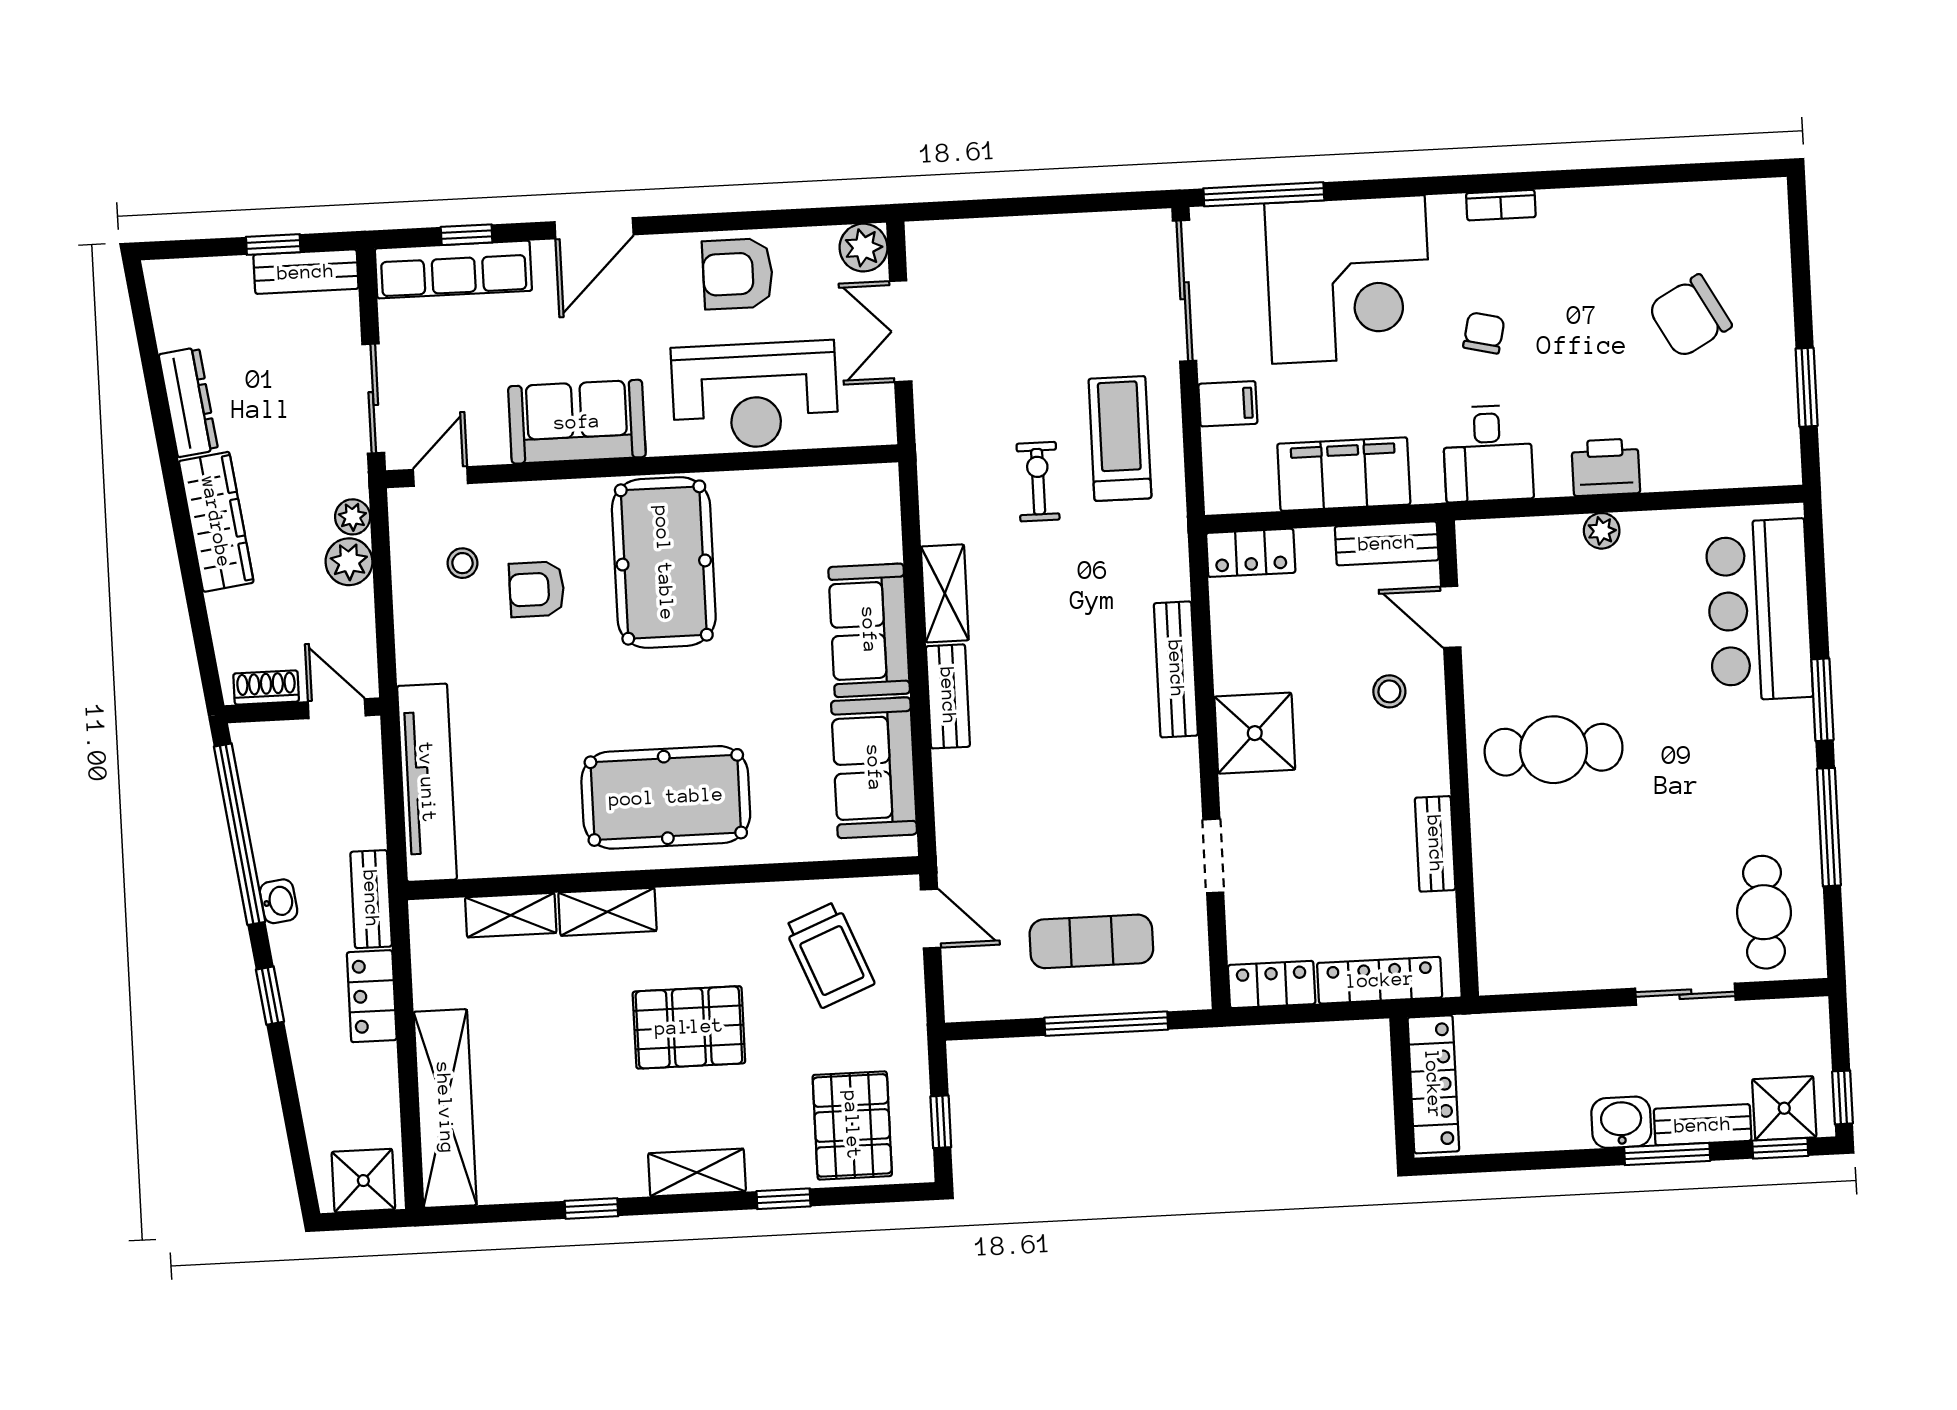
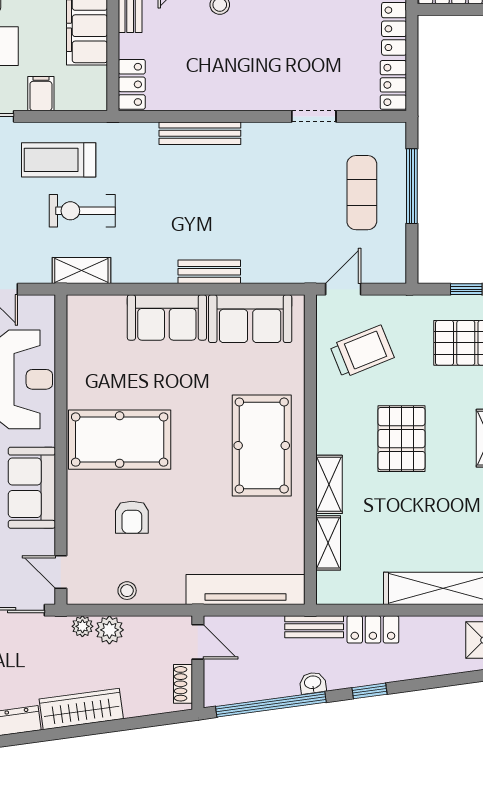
exercise bike: (1038, 482) -> (82, 211), width x1.38, depth x1.39
stool: (463, 563) -> (127, 591), moved
shelving: (945, 593) -> (81, 271), moved
door: (337, 709) -> (198, 642), swing flipped
shower: (1255, 733) -> (241, 87), removed

